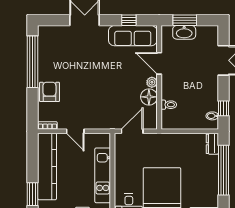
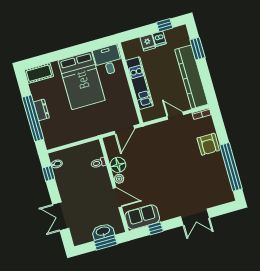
sofa: (133, 36) -> (142, 217), width x0.73
dresser: (212, 144) -> (41, 110), moved

